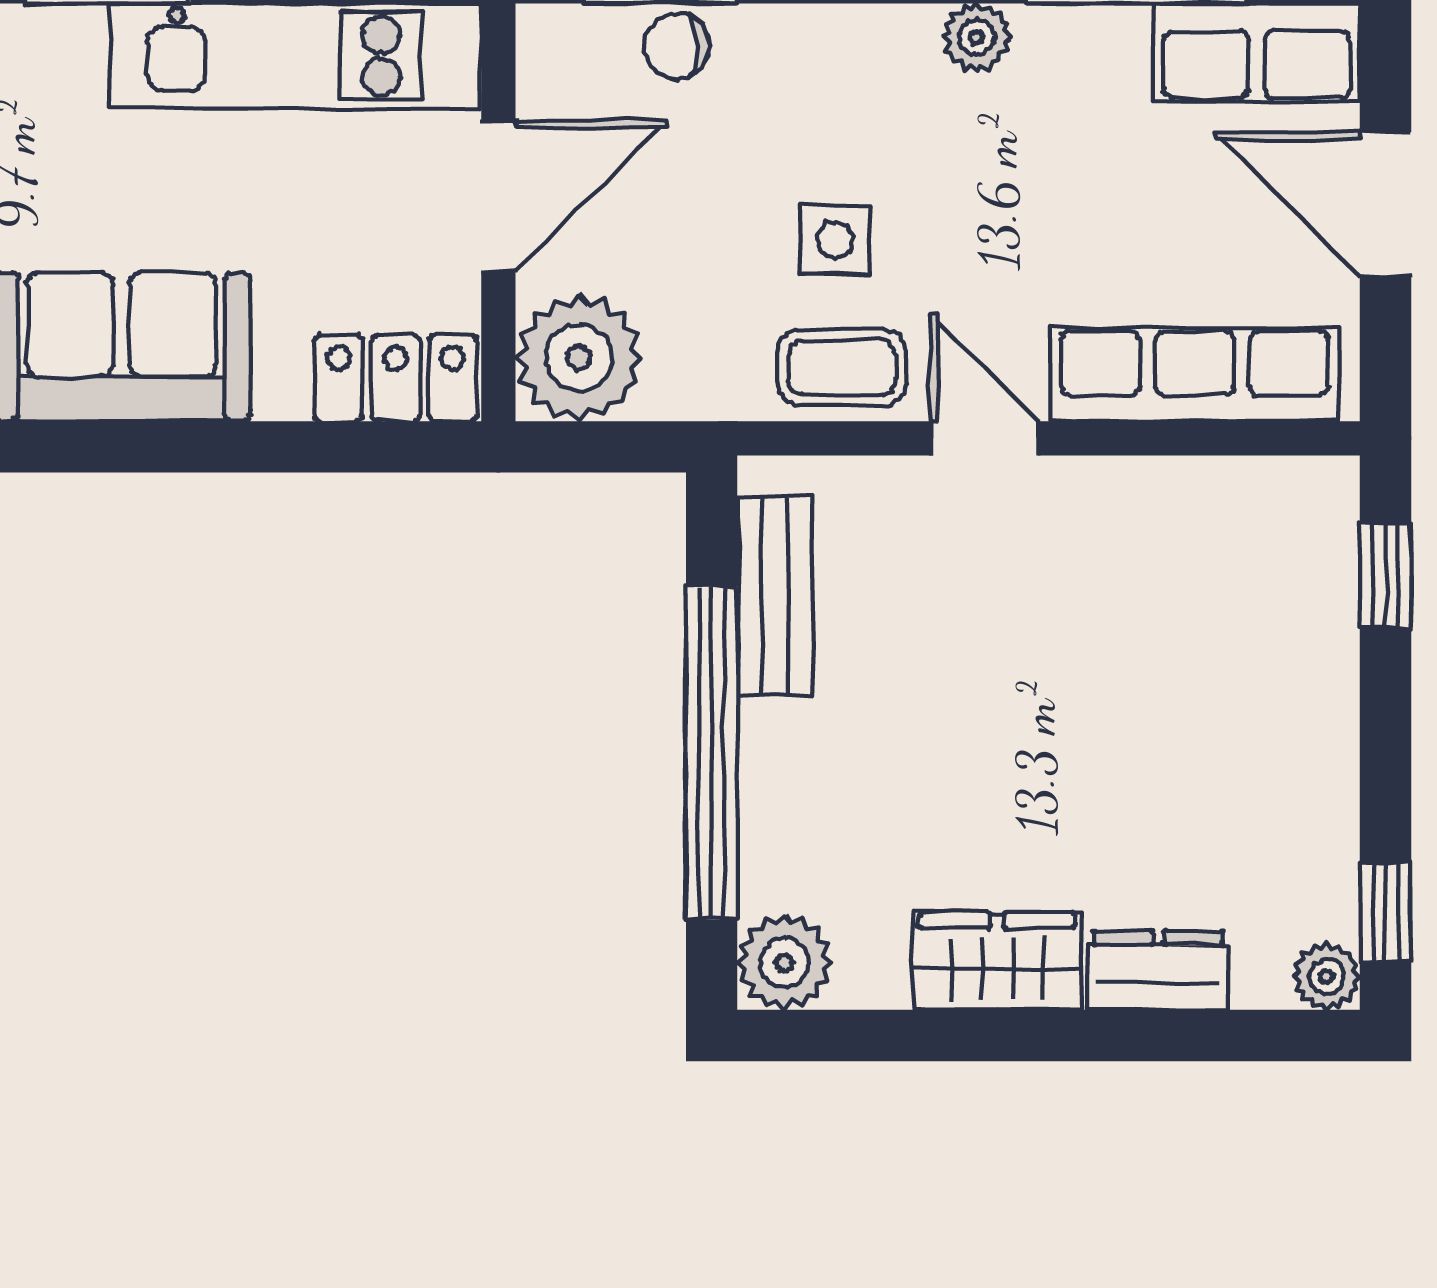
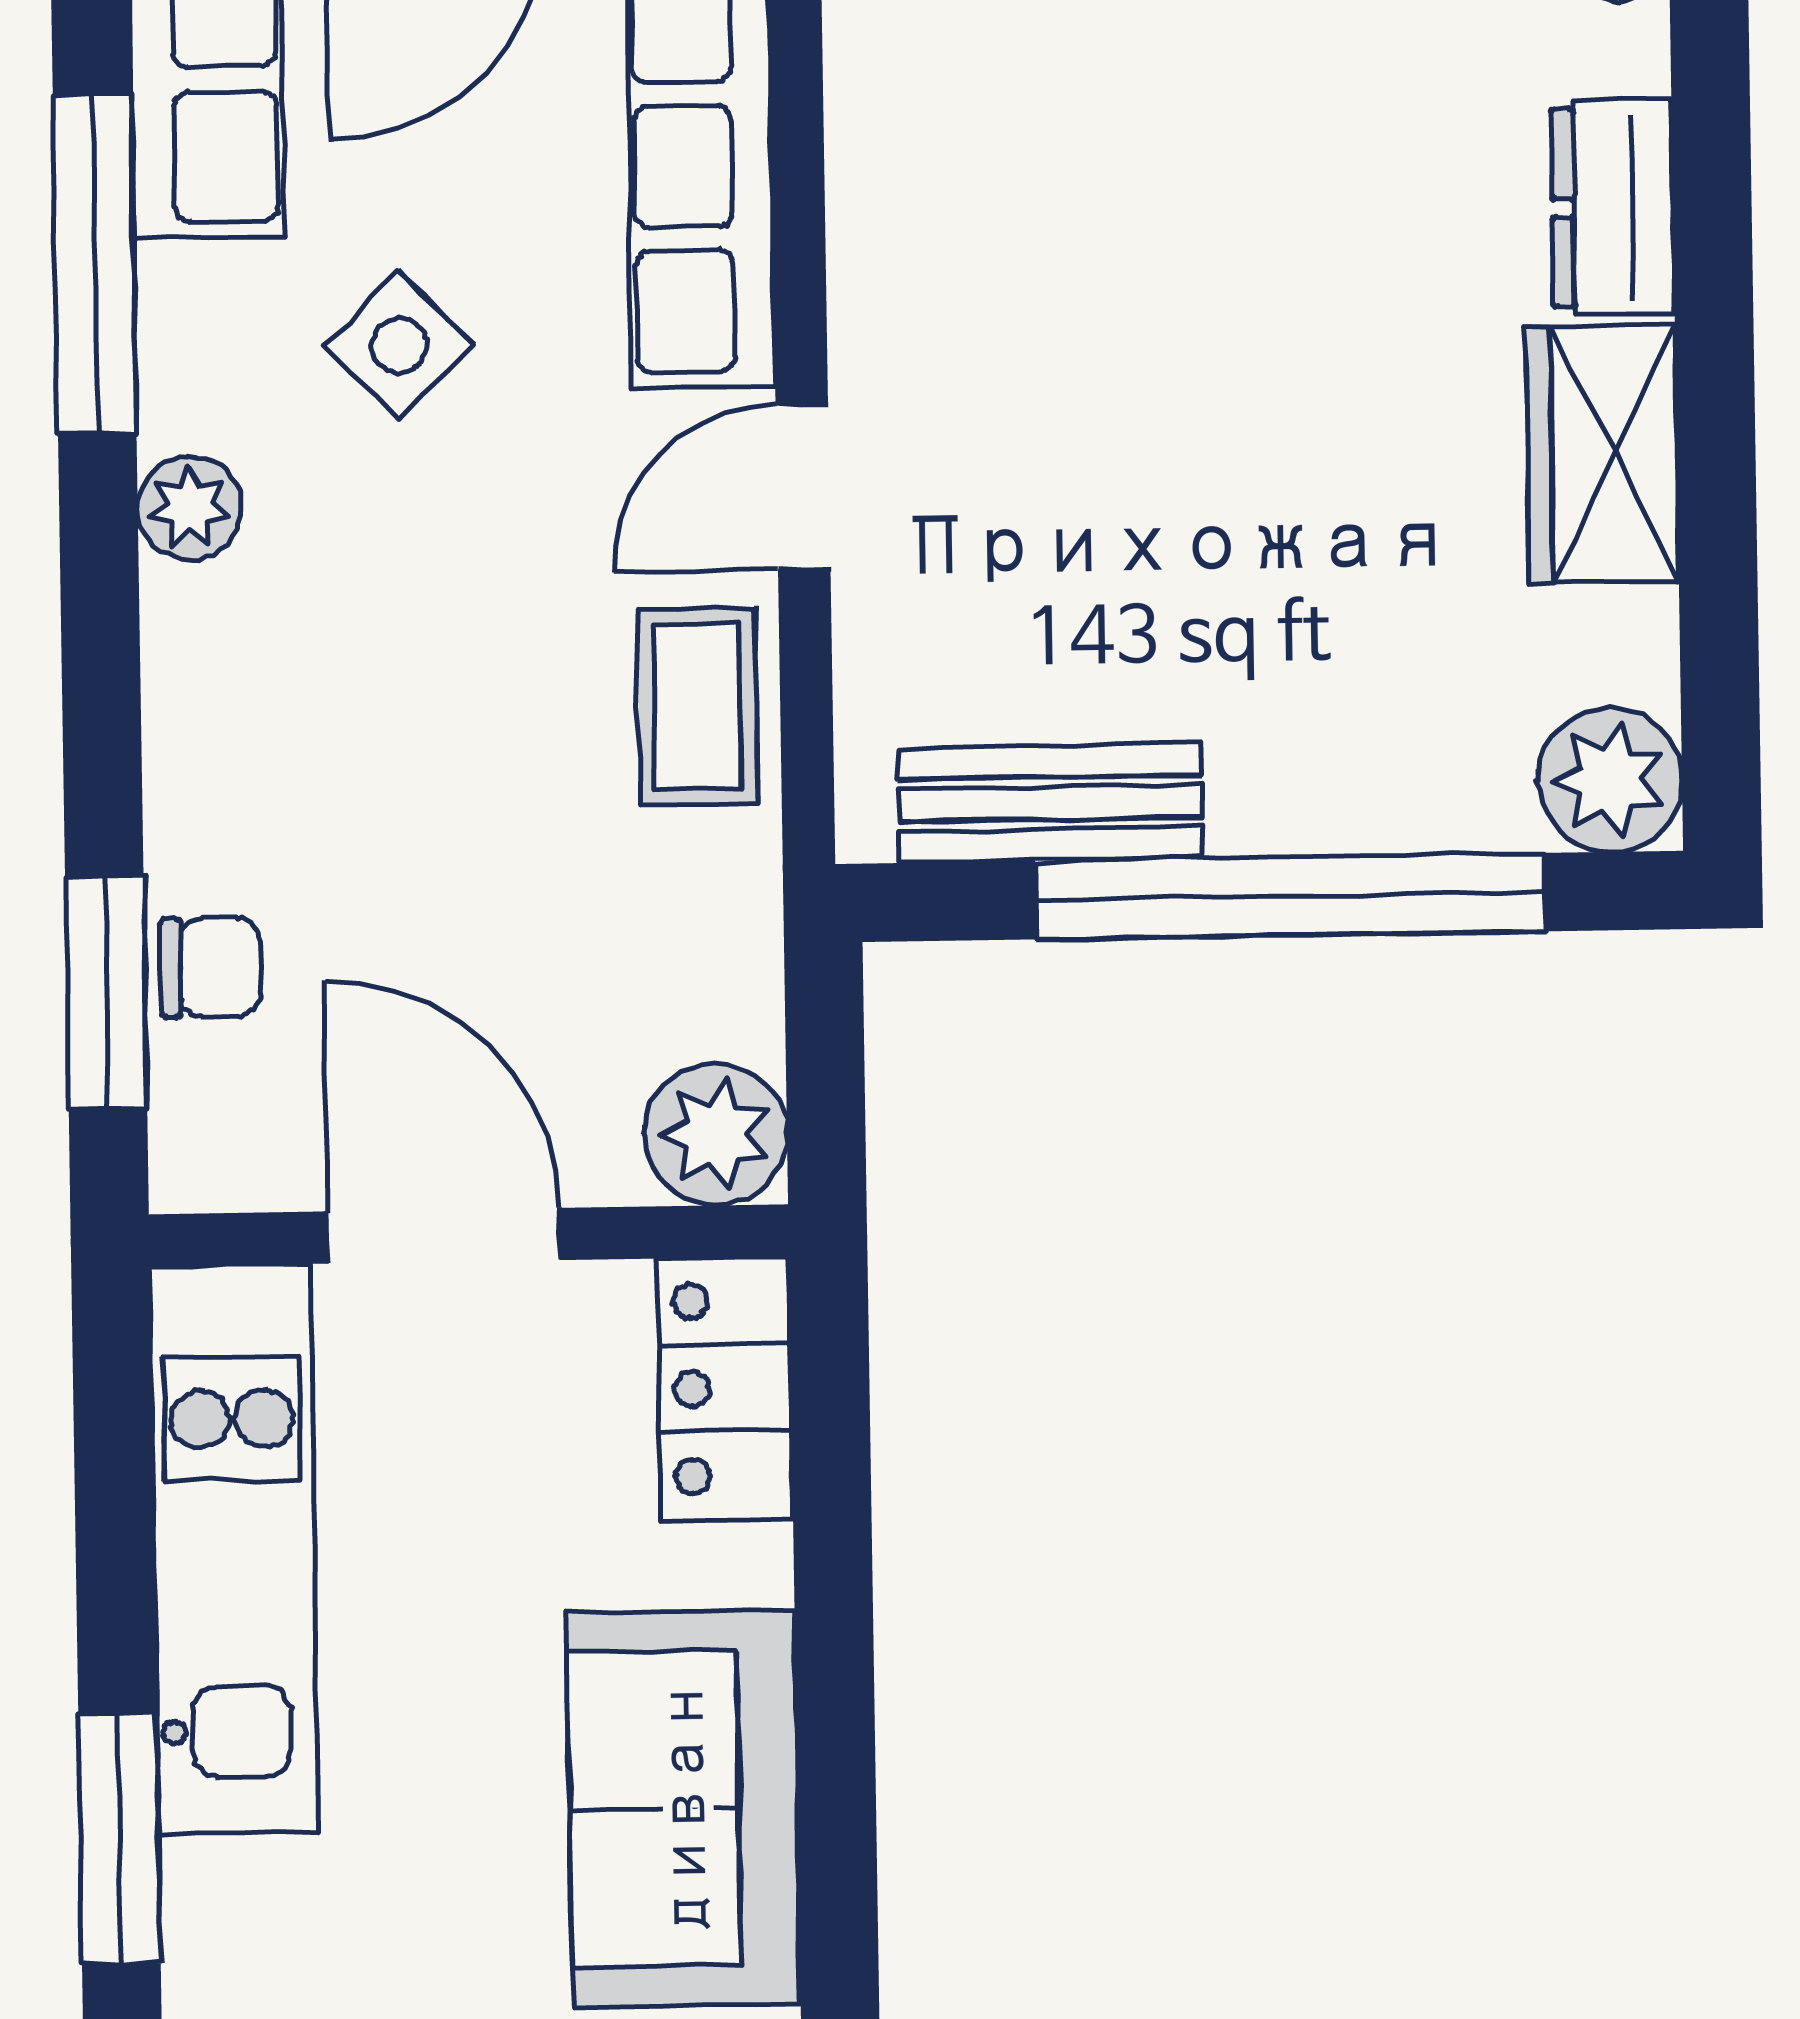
chair: (676, 46) -> (211, 967), turned -90
side table: (835, 240) -> (399, 345), moved, turned 45
plant: (579, 358) -> (716, 1134), width x0.73, depth x0.73

